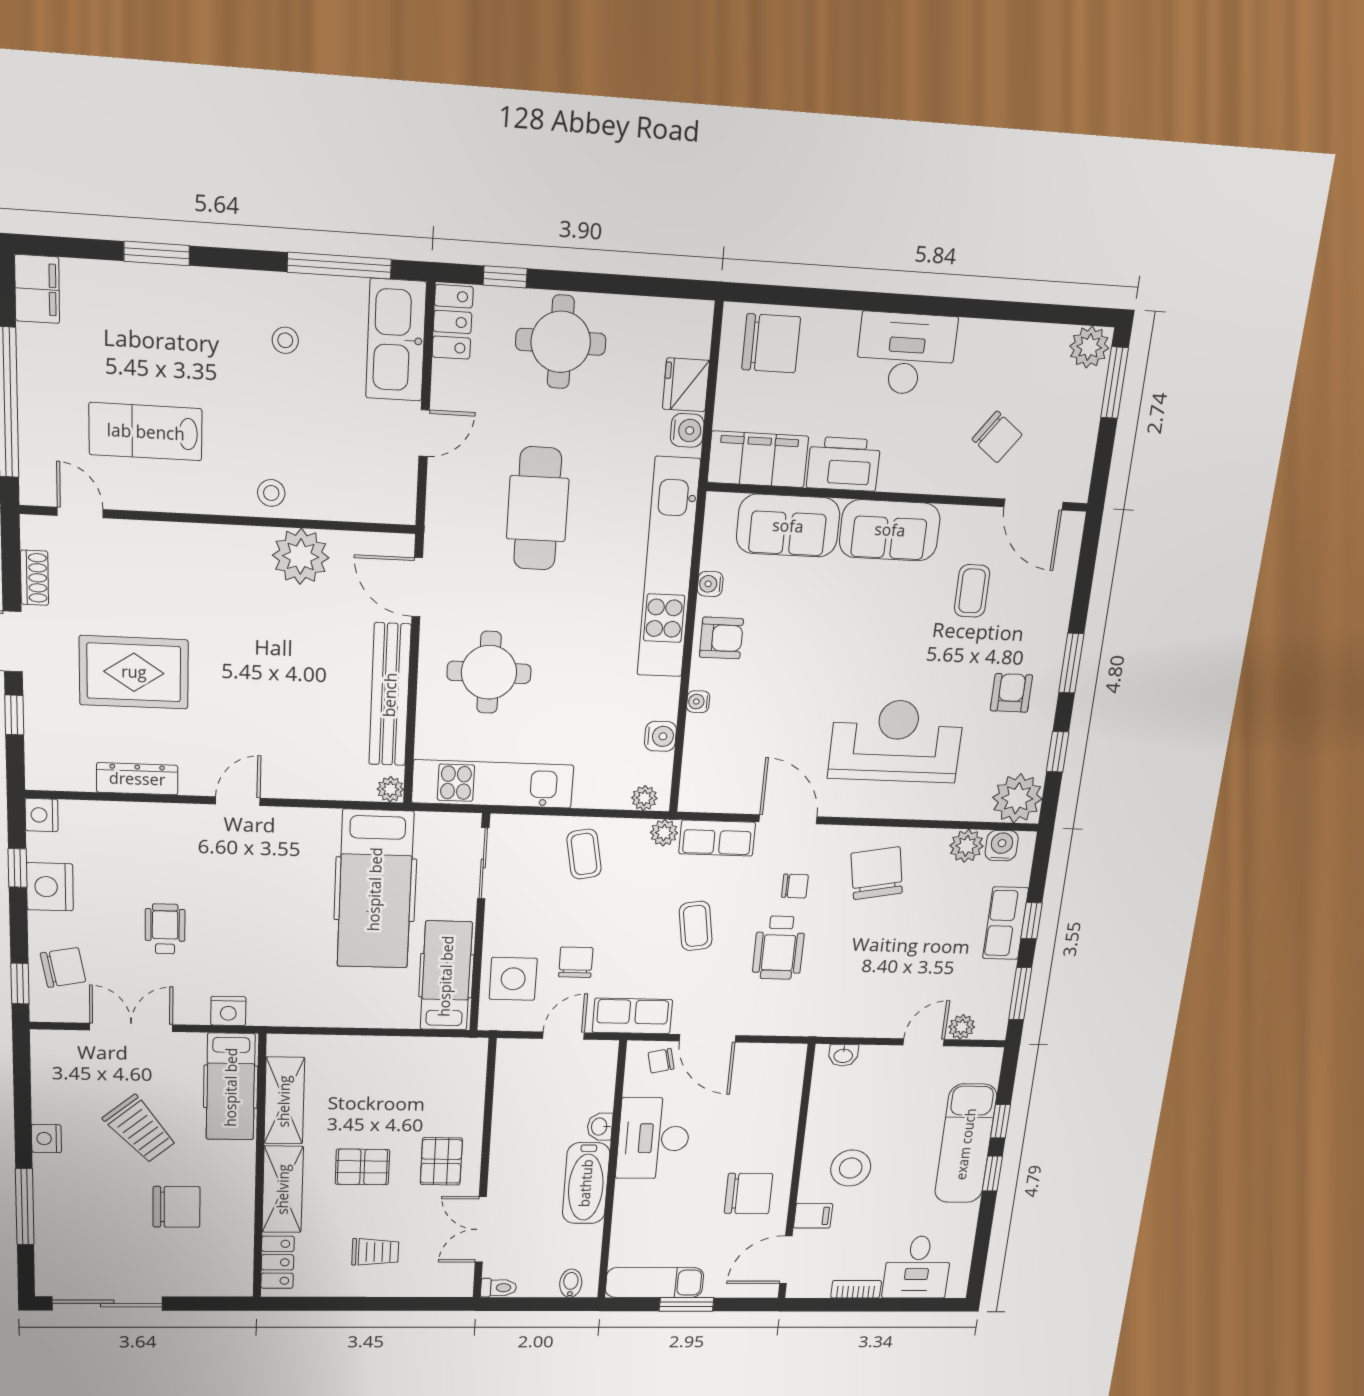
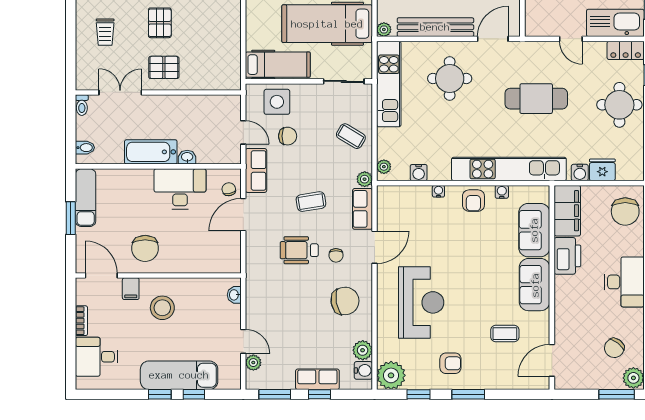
chair: (997, 437) -> (614, 348), moved
coffee table: (584, 854) -> (351, 136), turned 42

